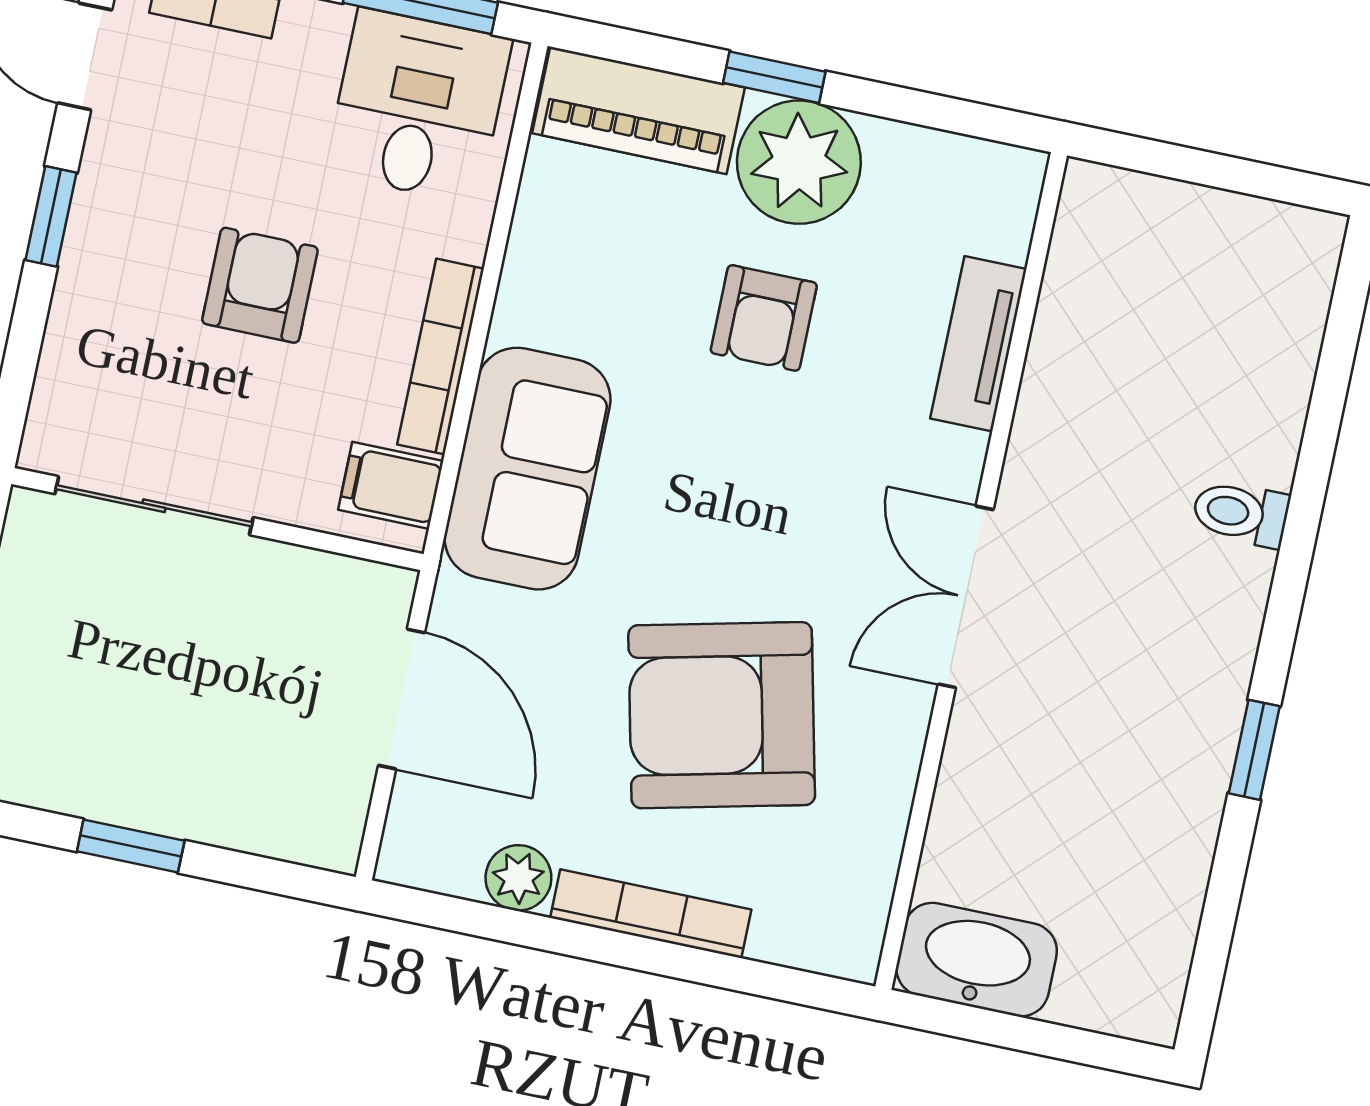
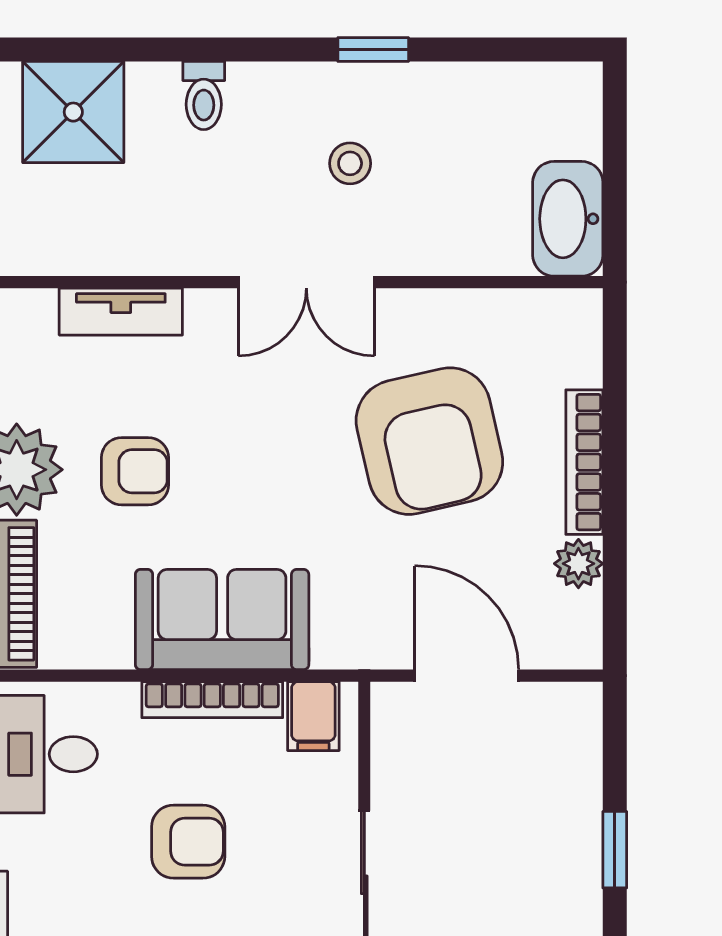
armchair: (260, 285) -> (188, 842), turned 180
shower: (1255, 336) -> (73, 112), added
sofa: (527, 469) -> (222, 620), moved
stool: (1110, 688) -> (350, 163), added
door: (402, 699) -> (467, 676), hinge flipped

